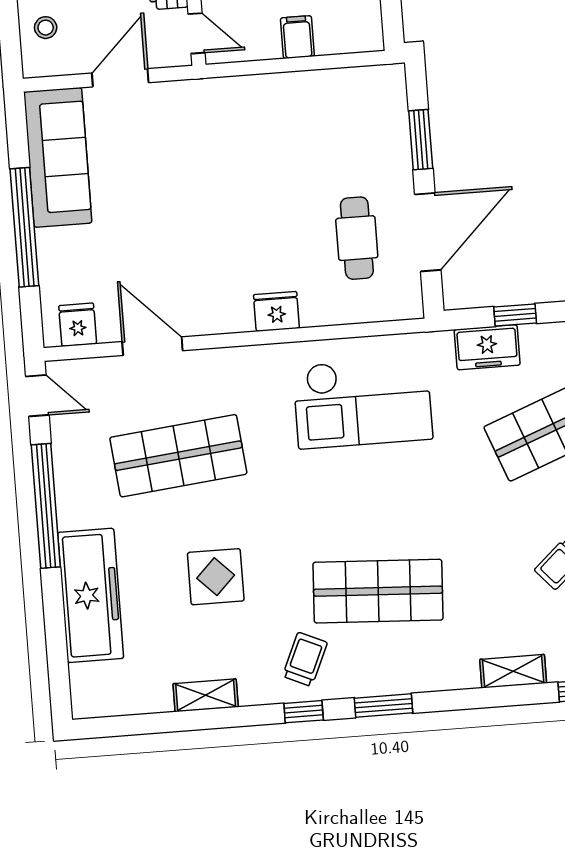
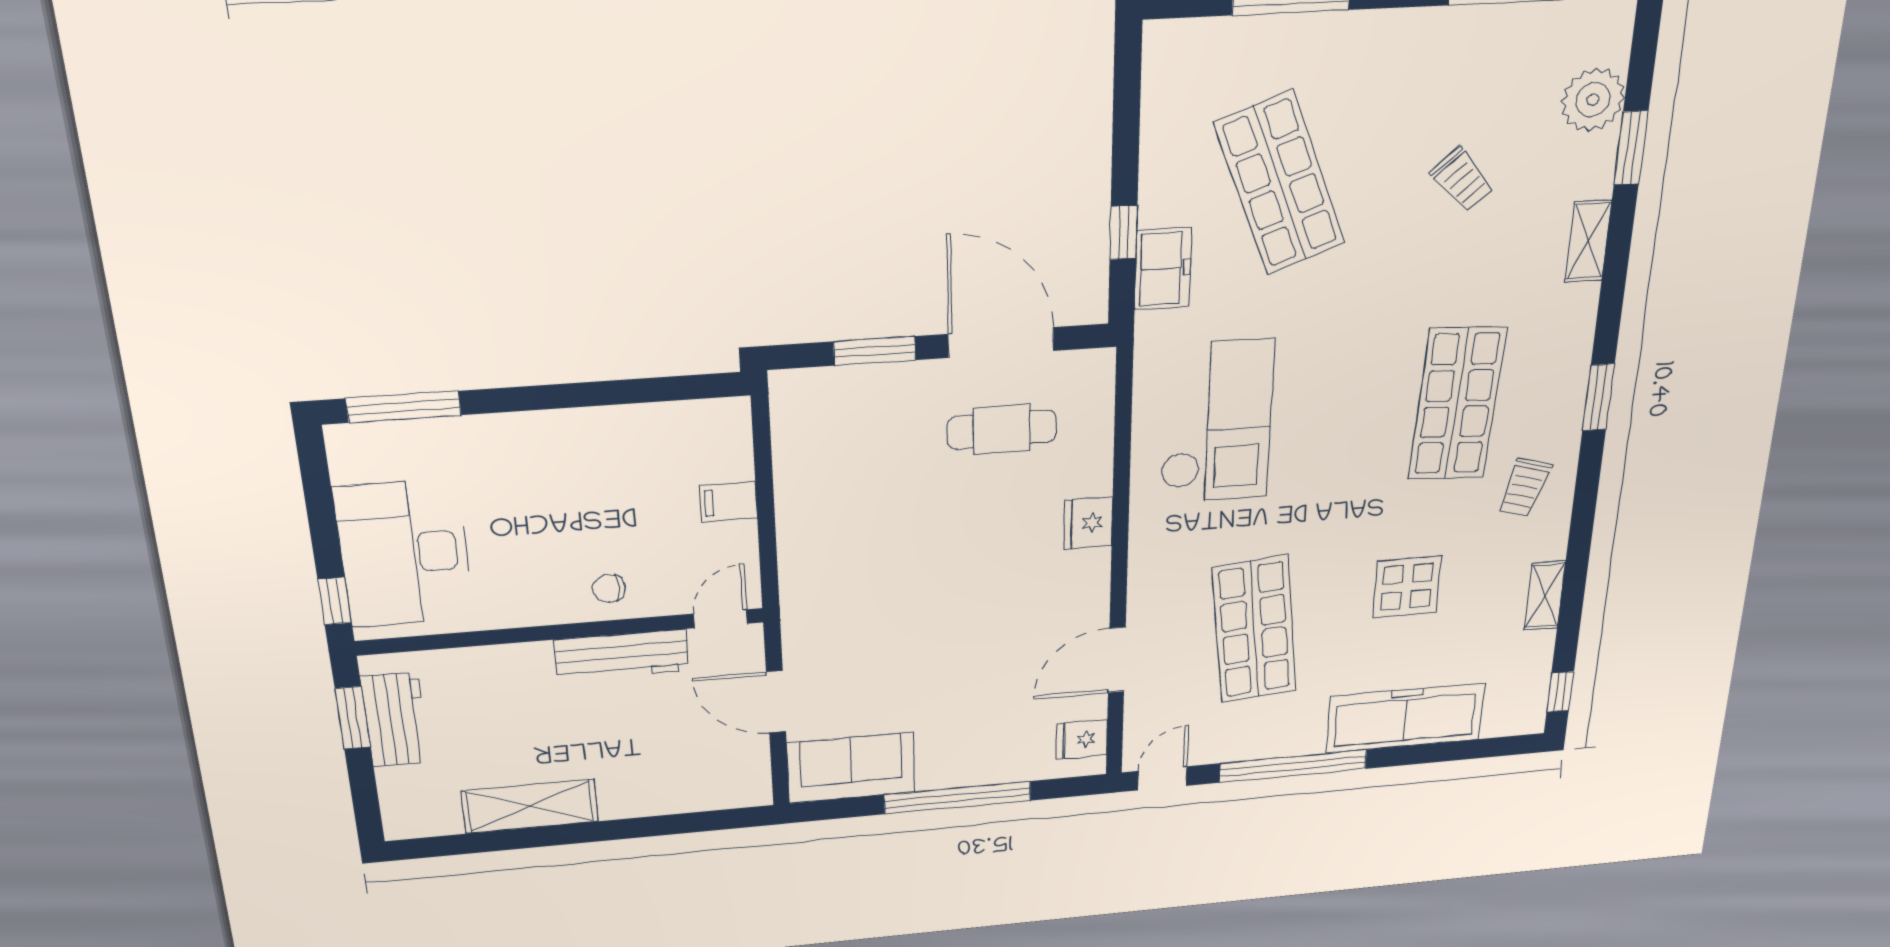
stool: (46, 28) -> (709, 783), removed
sofa: (58, 157) -> (851, 768), width x0.73
trolley: (305, 659) -> (1524, 487), turned -98
window: (304, 712) -> (1560, 692), moved

